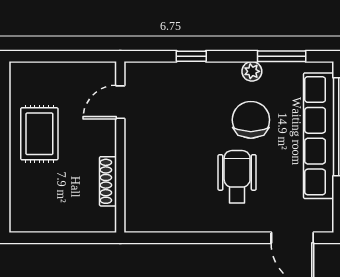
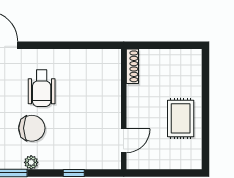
chair: (251, 120) -> (32, 128), turned -90
shoe rack: (108, 181) -> (132, 66), moved

